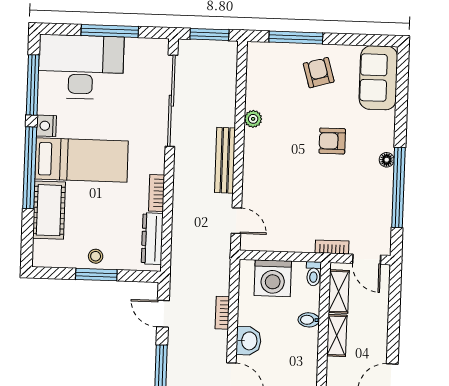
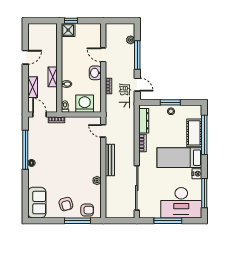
window: (209, 34) -> (120, 221), removed
armchair: (332, 141) -> (87, 210), moved
window: (30, 168) -> (204, 135), moved
shelving: (339, 292) -> (33, 87), moved

